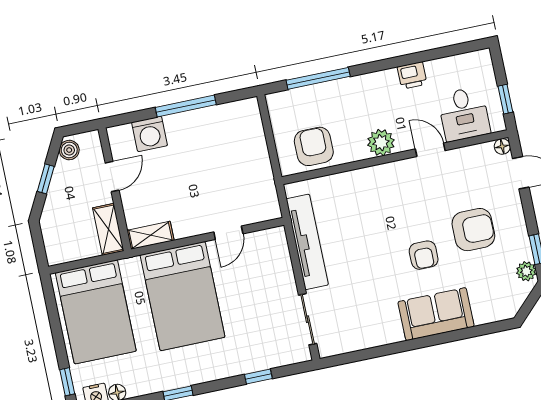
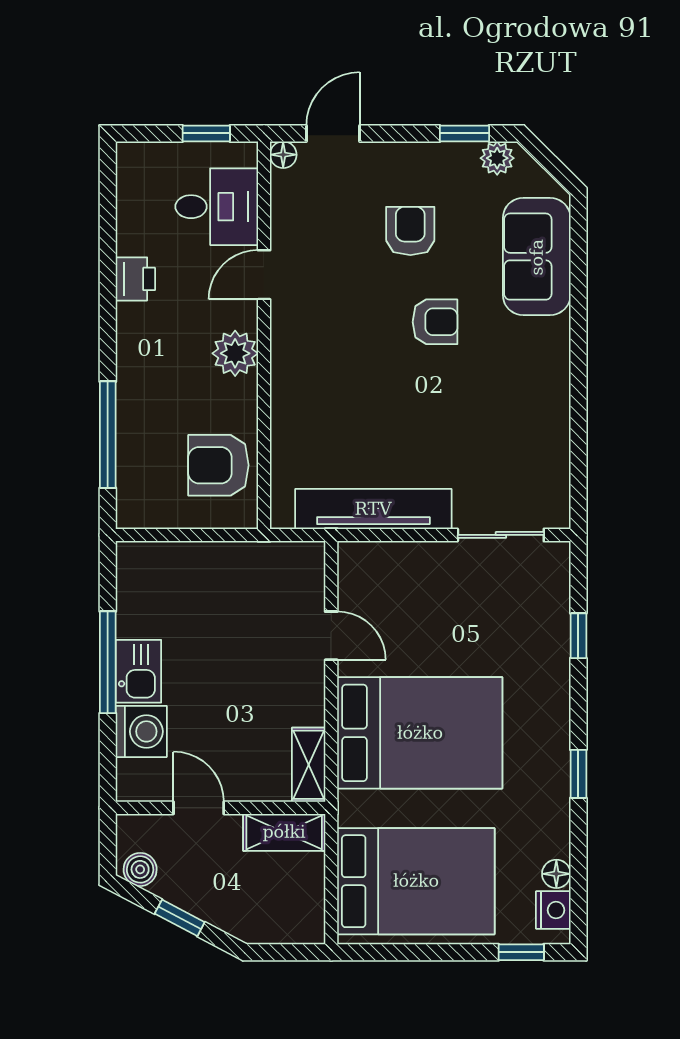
kitchen sink: (184, 125) -> (138, 671), added
armchair: (473, 230) -> (410, 231), width x0.72, depth x0.72
sofa: (436, 314) -> (537, 257), moved

